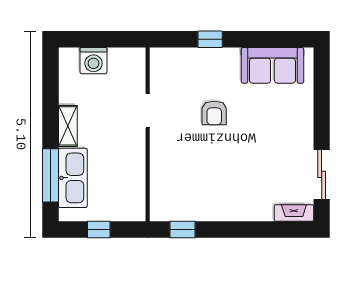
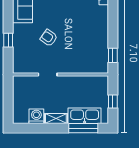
washing machine: (93, 61) -> (36, 116), moved, turned -90
armchair: (214, 113) -> (49, 38), turned -145

